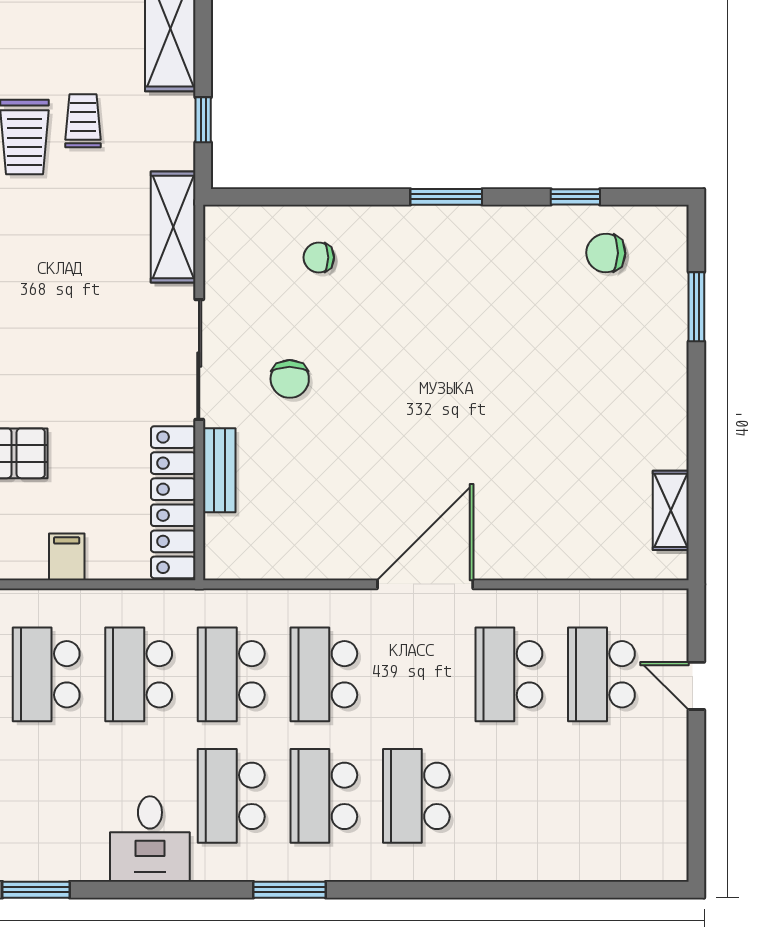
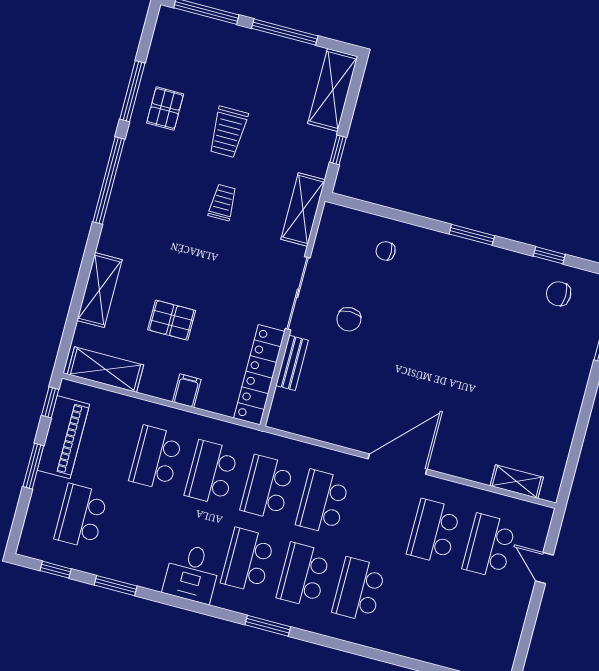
trolley: (83, 121) -> (223, 202), moved
shelving: (671, 510) -> (517, 482), moved, turned 90

